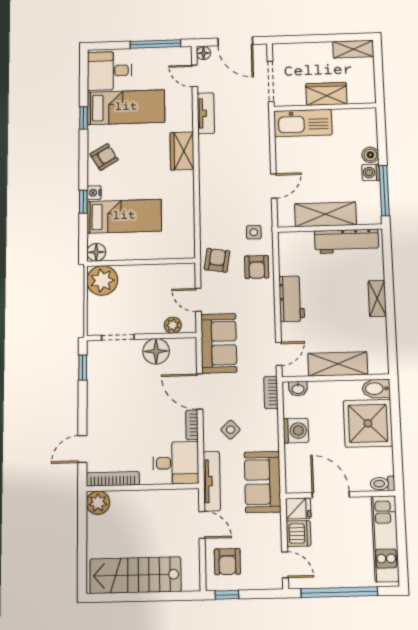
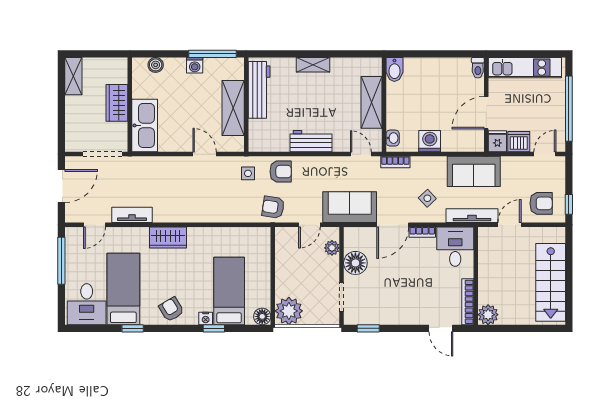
floor lamp: (204, 53) -> (72, 216), removed
boiler: (370, 155) -> (156, 65), moved
shower: (368, 423) -> (425, 78), removed

